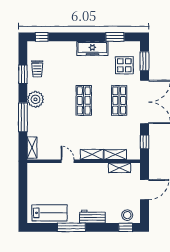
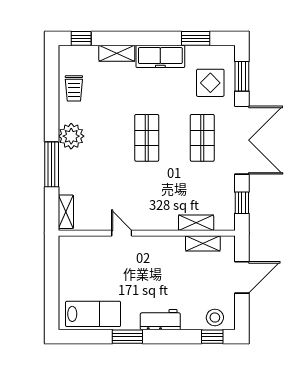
window: (23, 74) -> (52, 97), removed
shelving: (92, 154) -> (117, 53), moved
window: (71, 227) -> (127, 337), width x0.69

